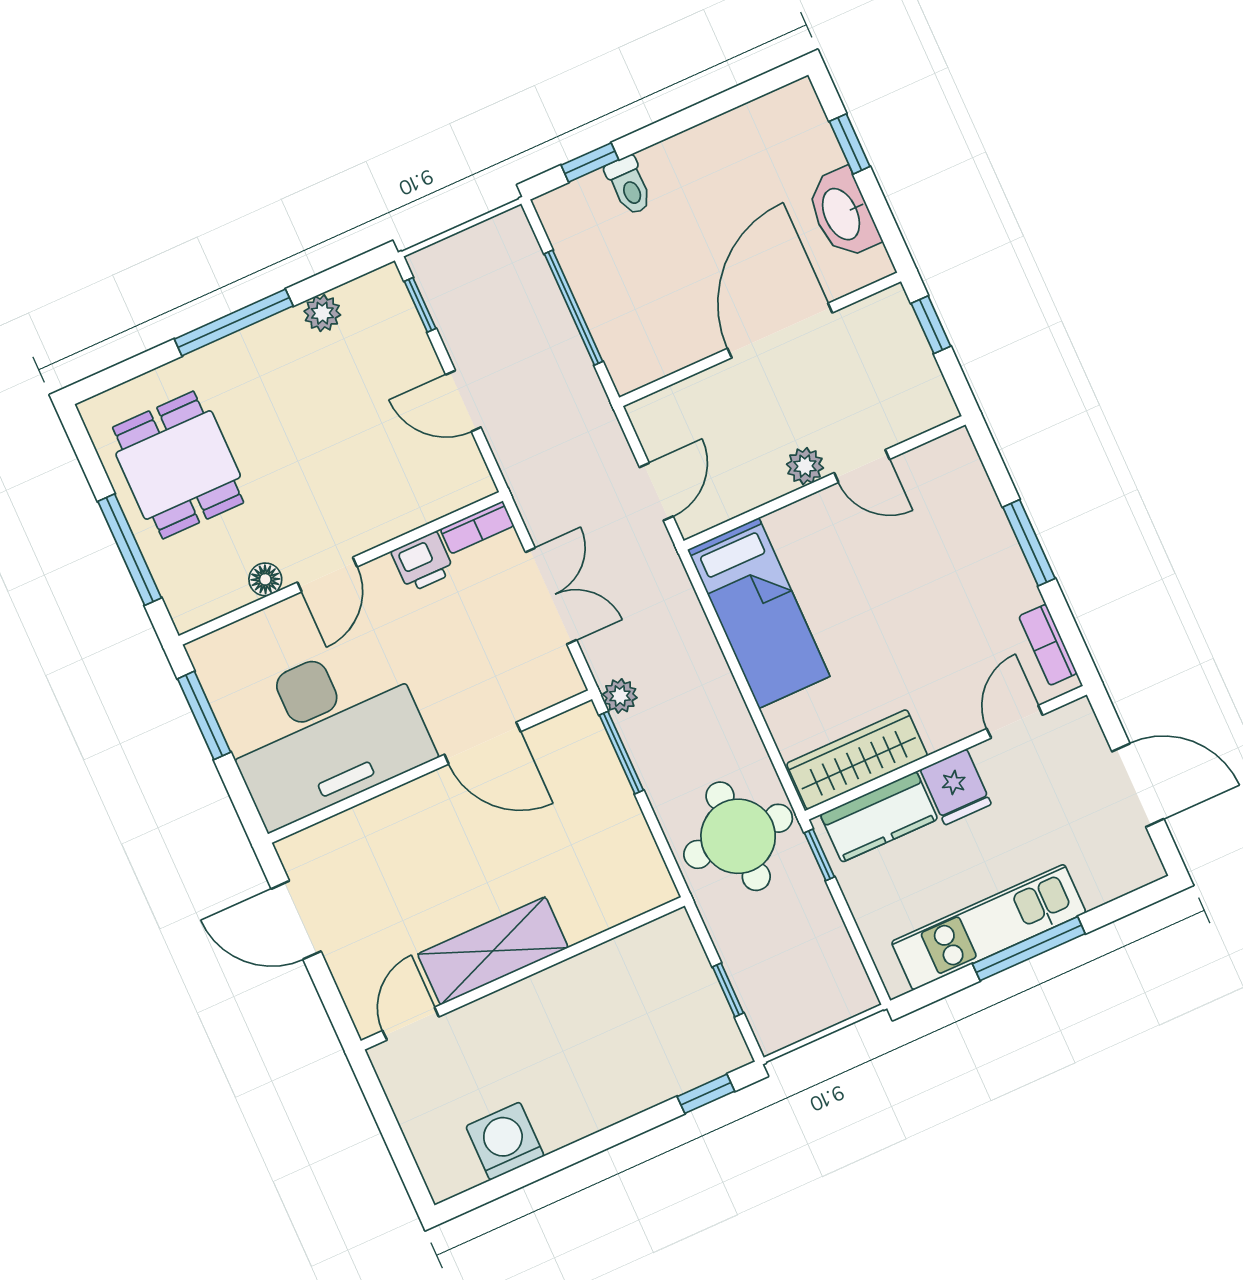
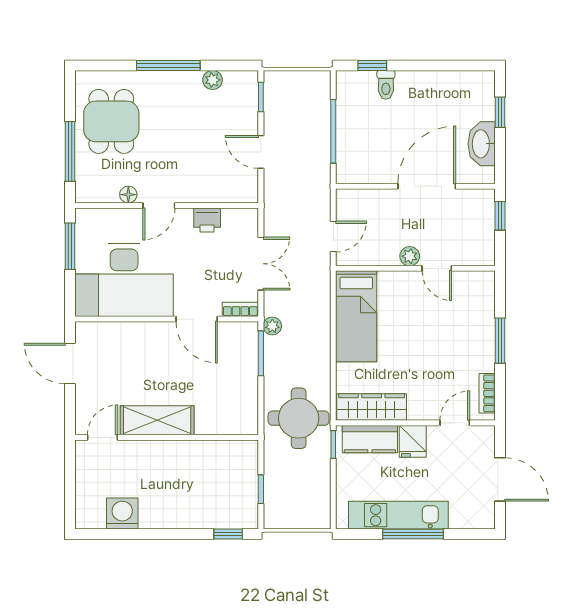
bookcase: (477, 527) -> (240, 309), moved, turned 180

